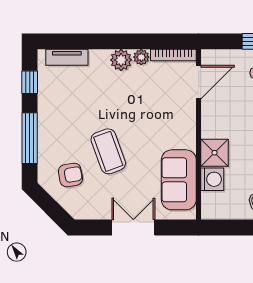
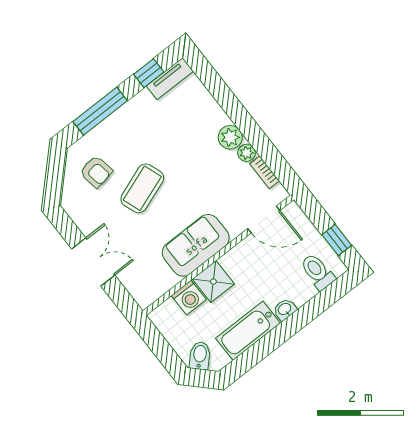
bookcase: (173, 55) -> (265, 172), width x0.64
tv unit: (67, 57) -> (170, 79), moved, turned -90
sofa: (179, 180) -> (196, 245), moved

